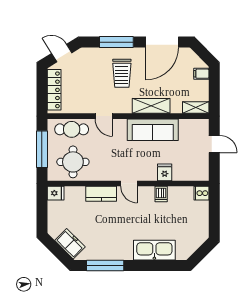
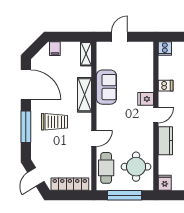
sofa: (153, 130) -> (106, 87), width x0.73
fridge: (165, 172) -> (146, 99), moved

